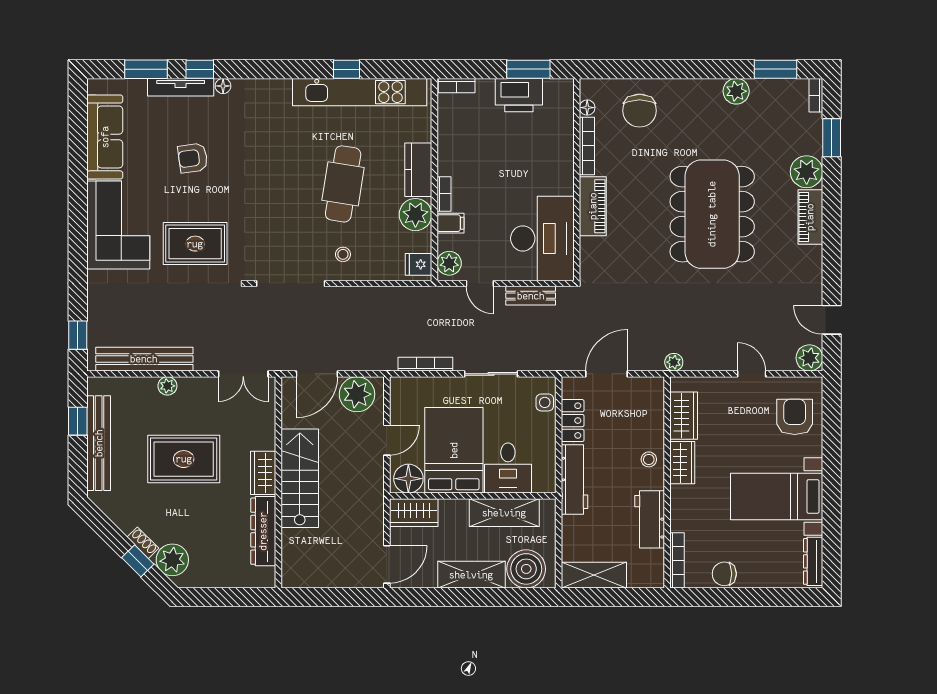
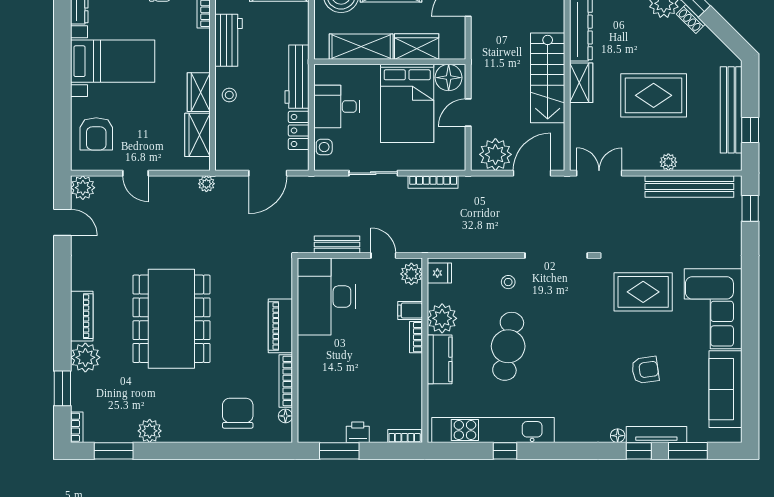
printer: (519, 95) -> (358, 432), width x0.53, depth x0.68
desk: (508, 468) -> (337, 107), moved, turned -90
wardrobe: (414, 513) -> (417, 46), moved

